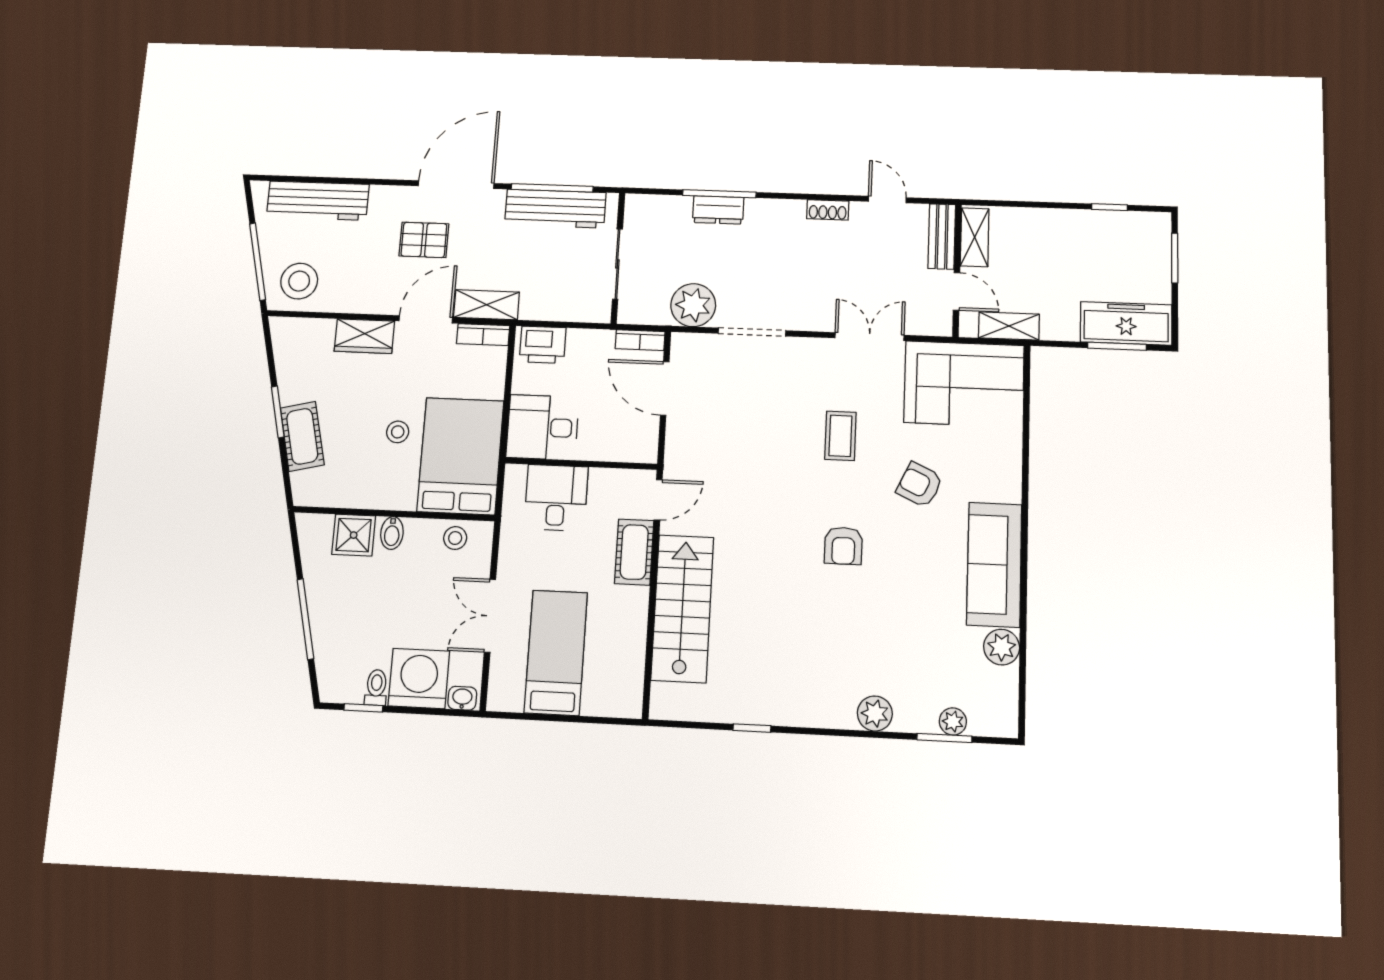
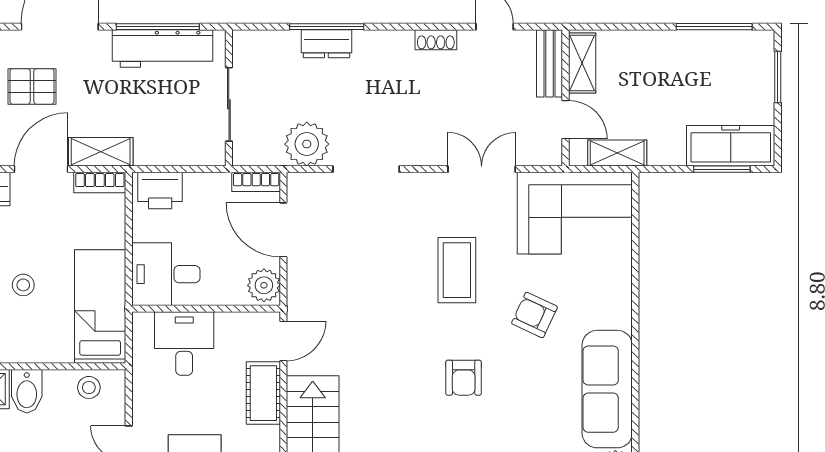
window: (1109, 207) -> (714, 27), width x2.17
coffee table: (840, 436) -> (457, 270), width x1.36, depth x1.30
plant: (641, 443) -> (264, 285), added
bed: (460, 456) -> (100, 306), width x0.67
bidet: (392, 533) -> (27, 391), width x1.38, depth x1.36

